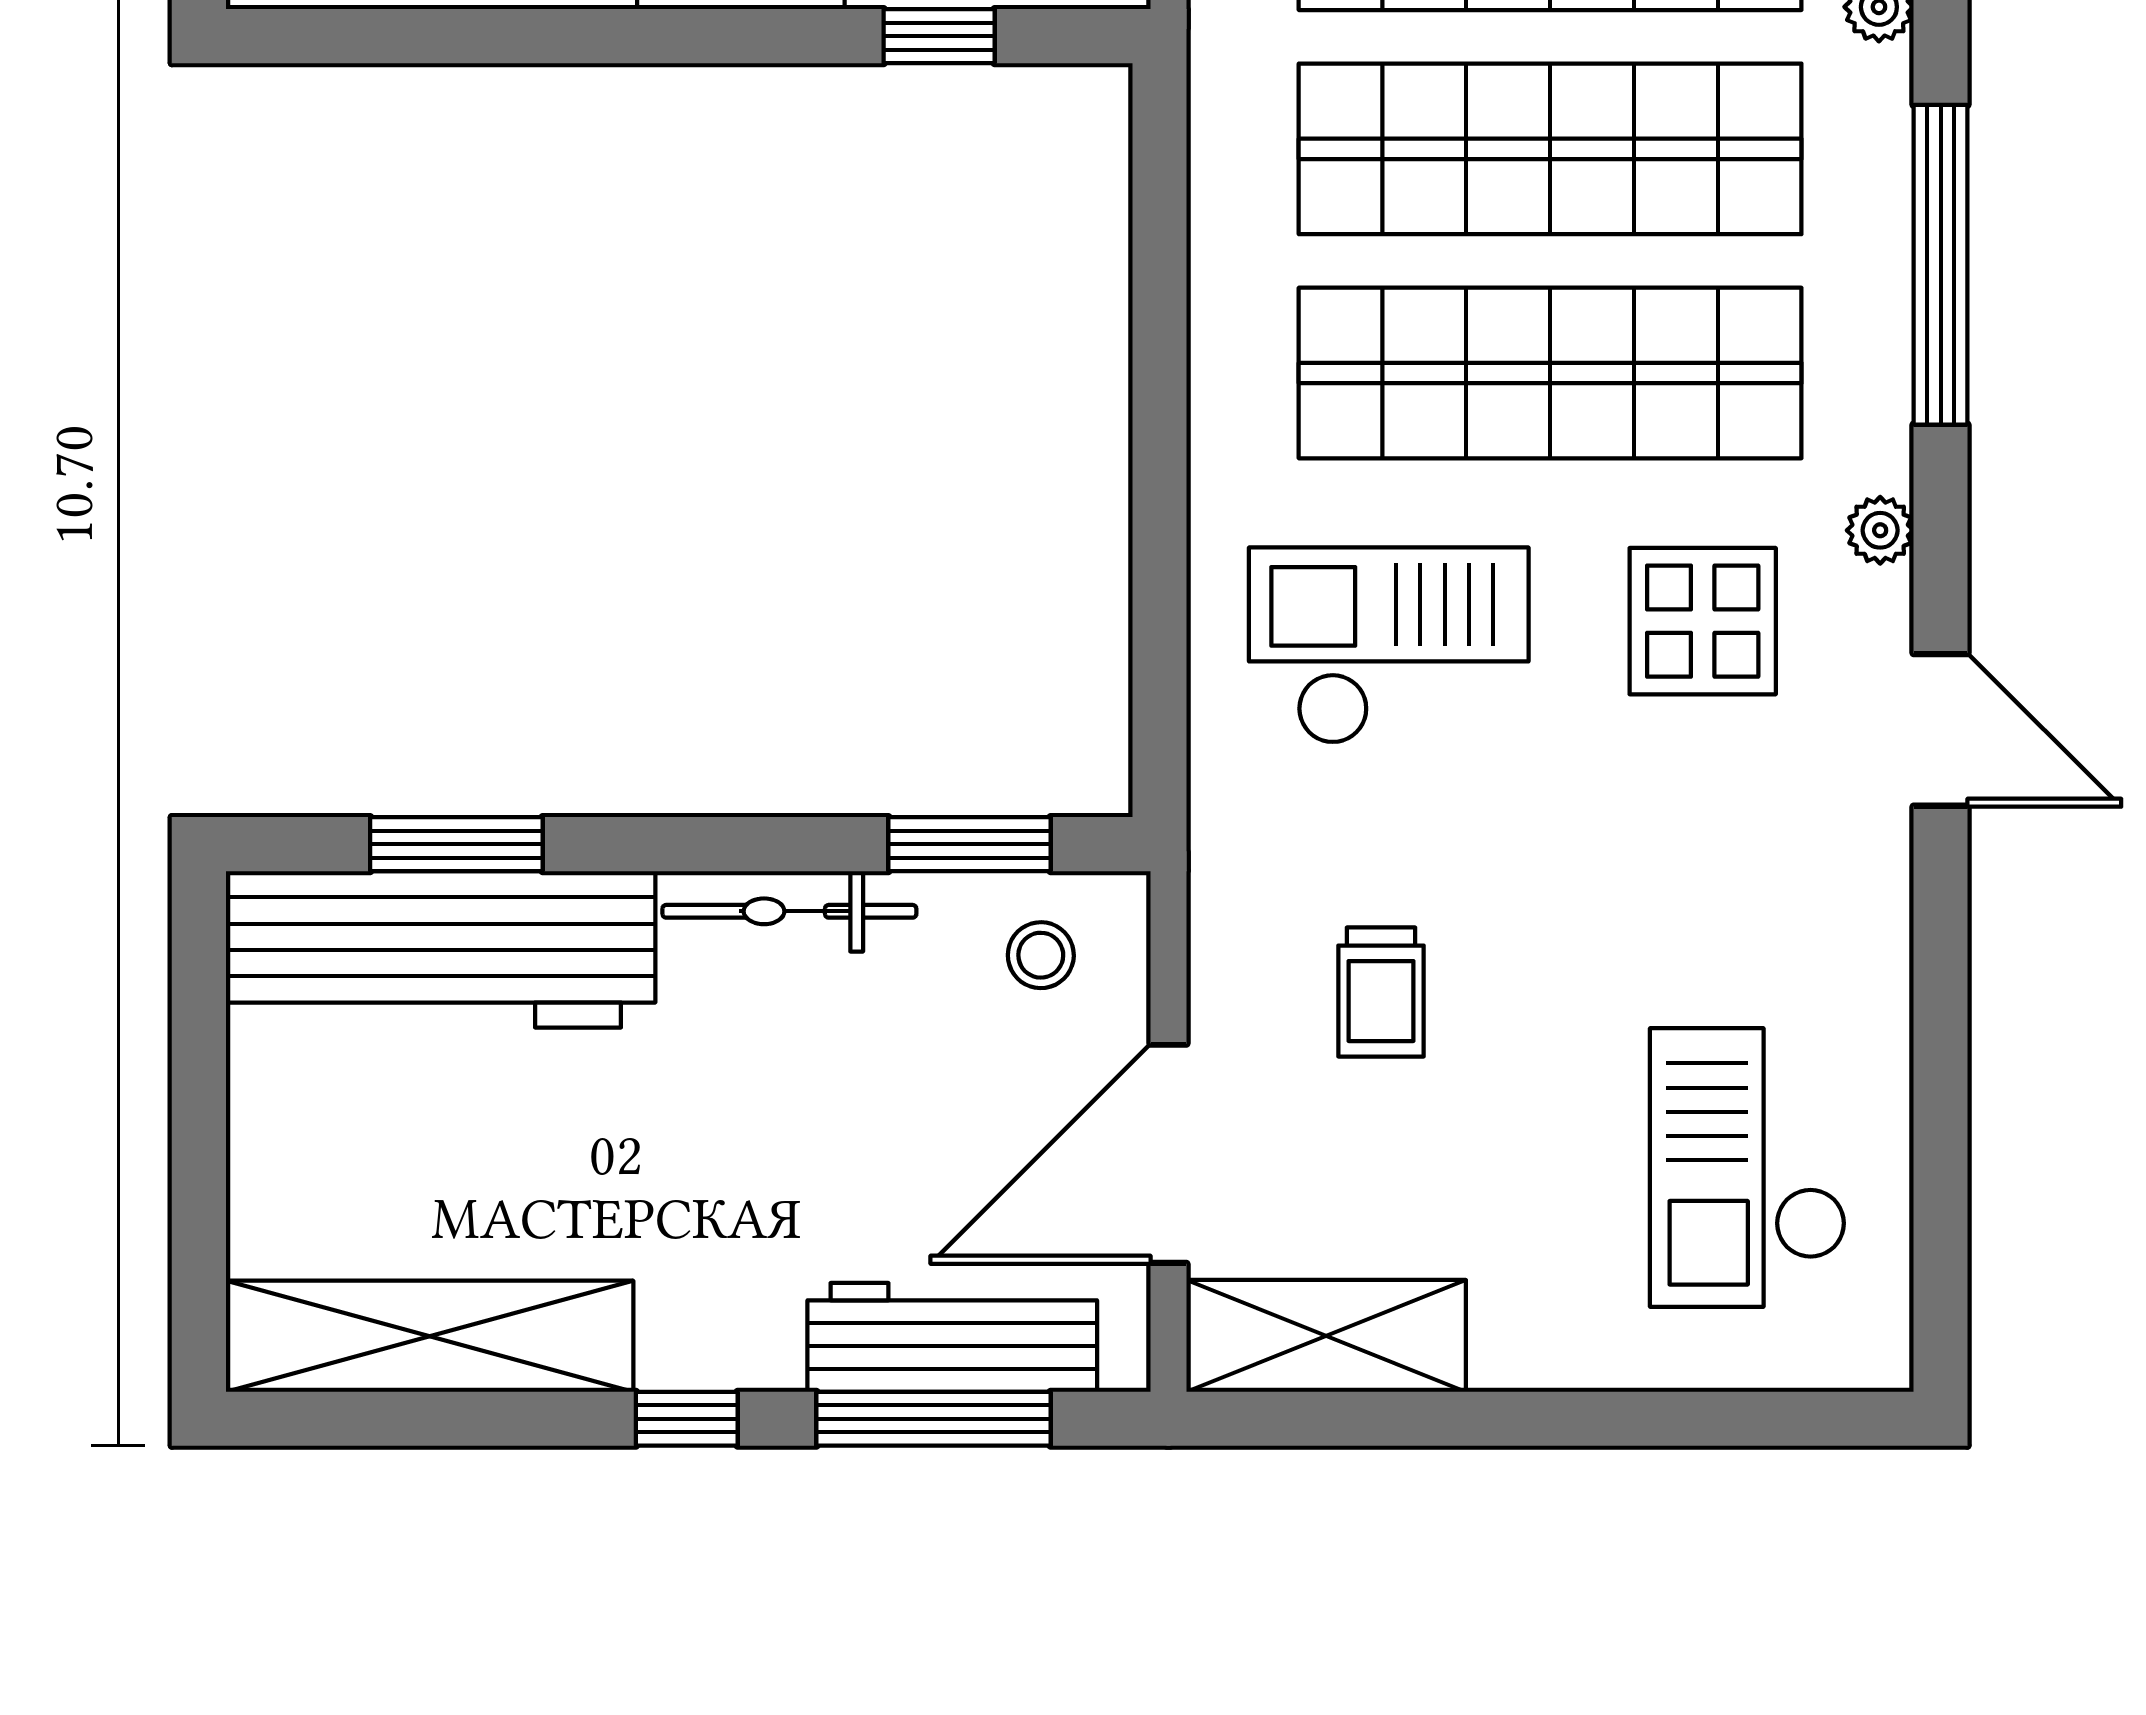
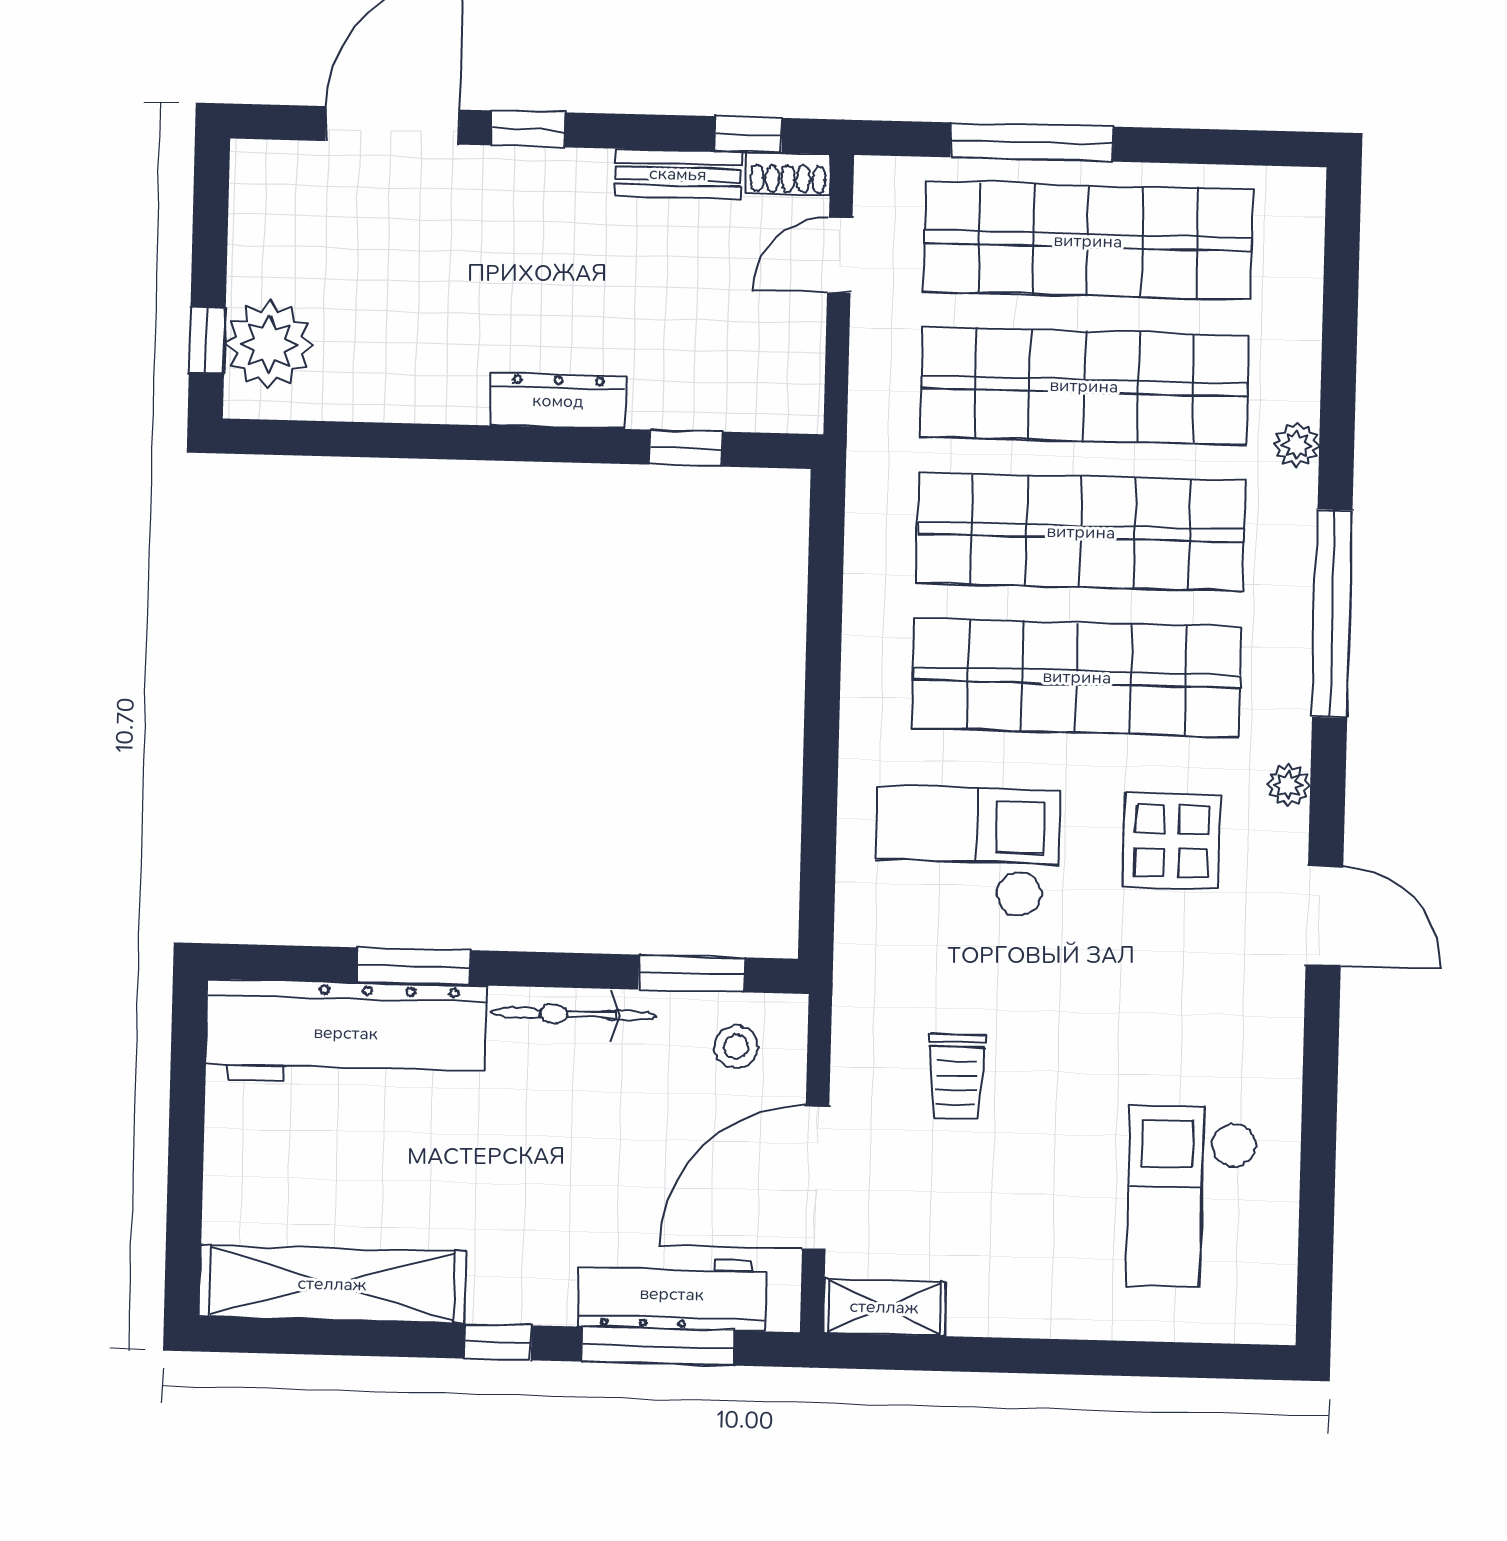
window: (456, 844) -> (414, 966), moved
shelving: (1326, 1336) -> (884, 1307), width x0.67, depth x0.75

